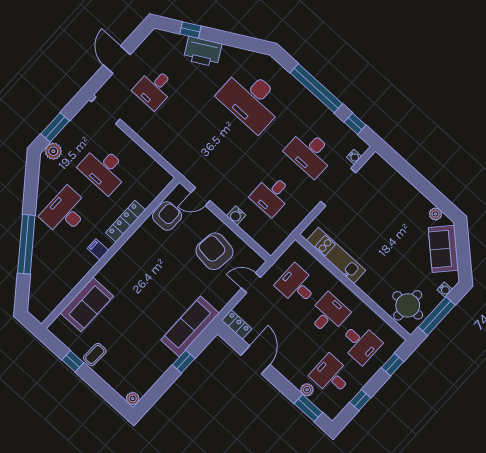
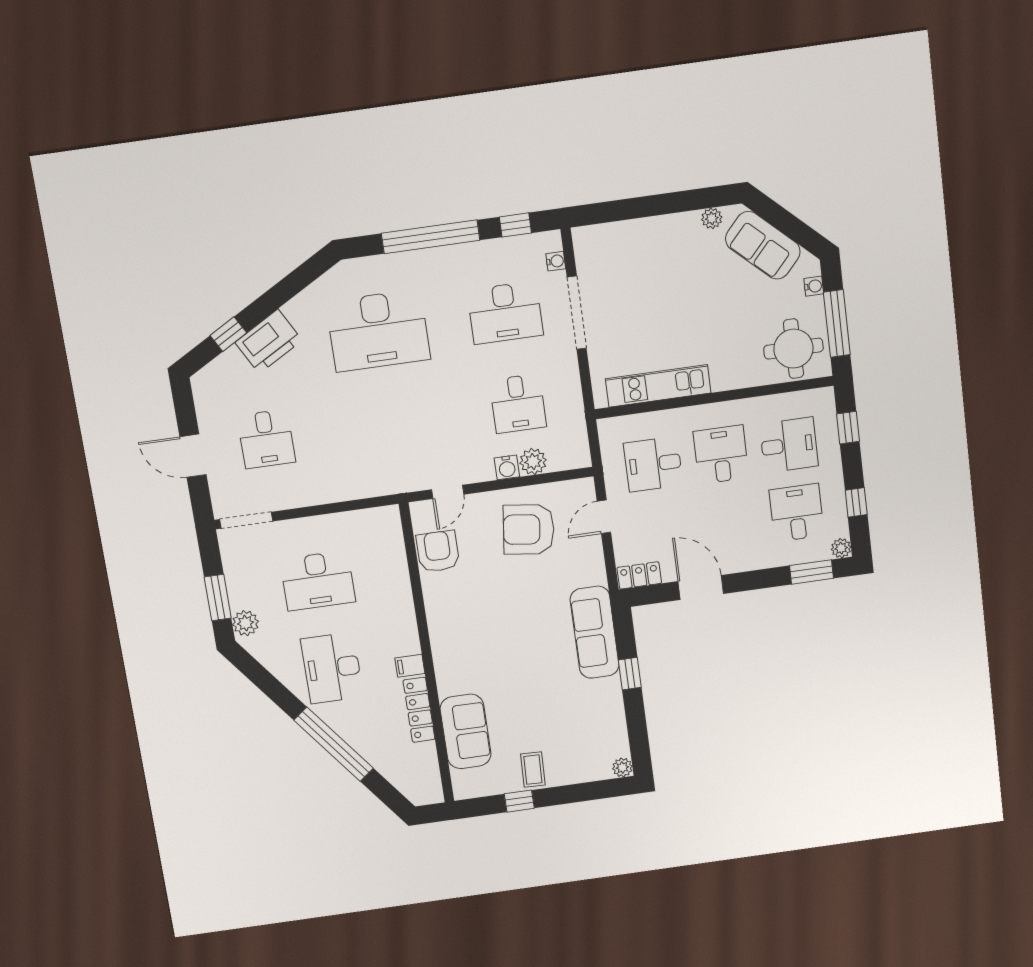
locker: (125, 221) -> (419, 710), moved
plant: (250, 226) -> (533, 462), added
desk: (331, 375) -> (797, 513), turned 90
plant: (307, 390) -> (841, 548), moved

